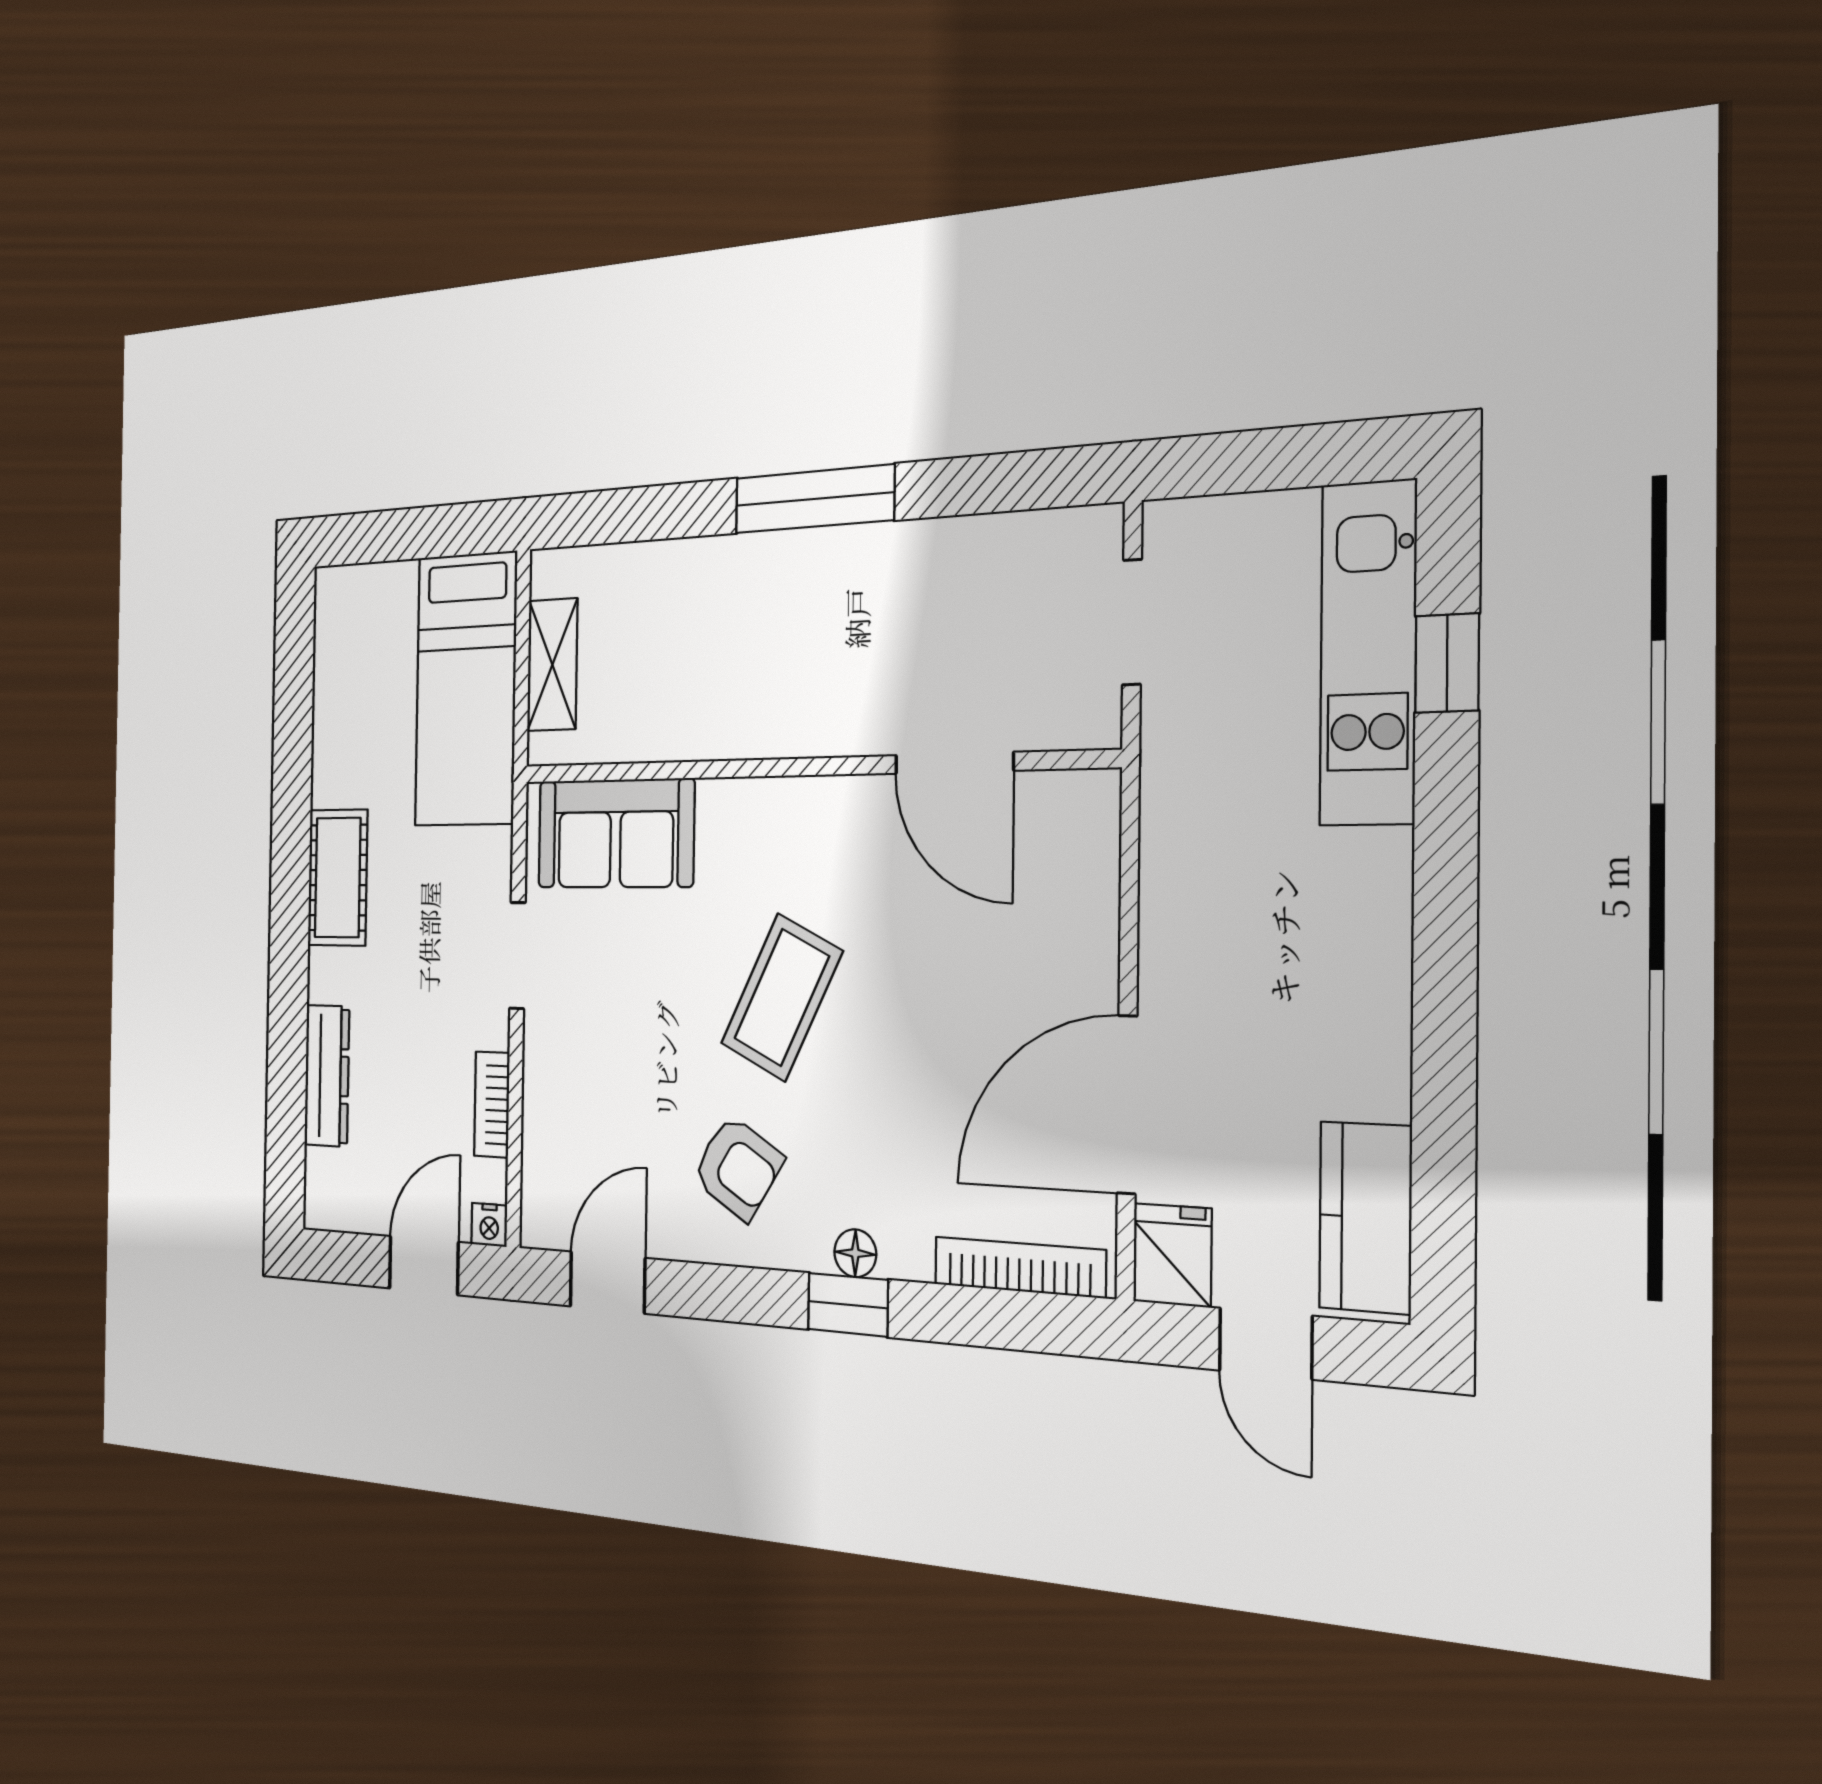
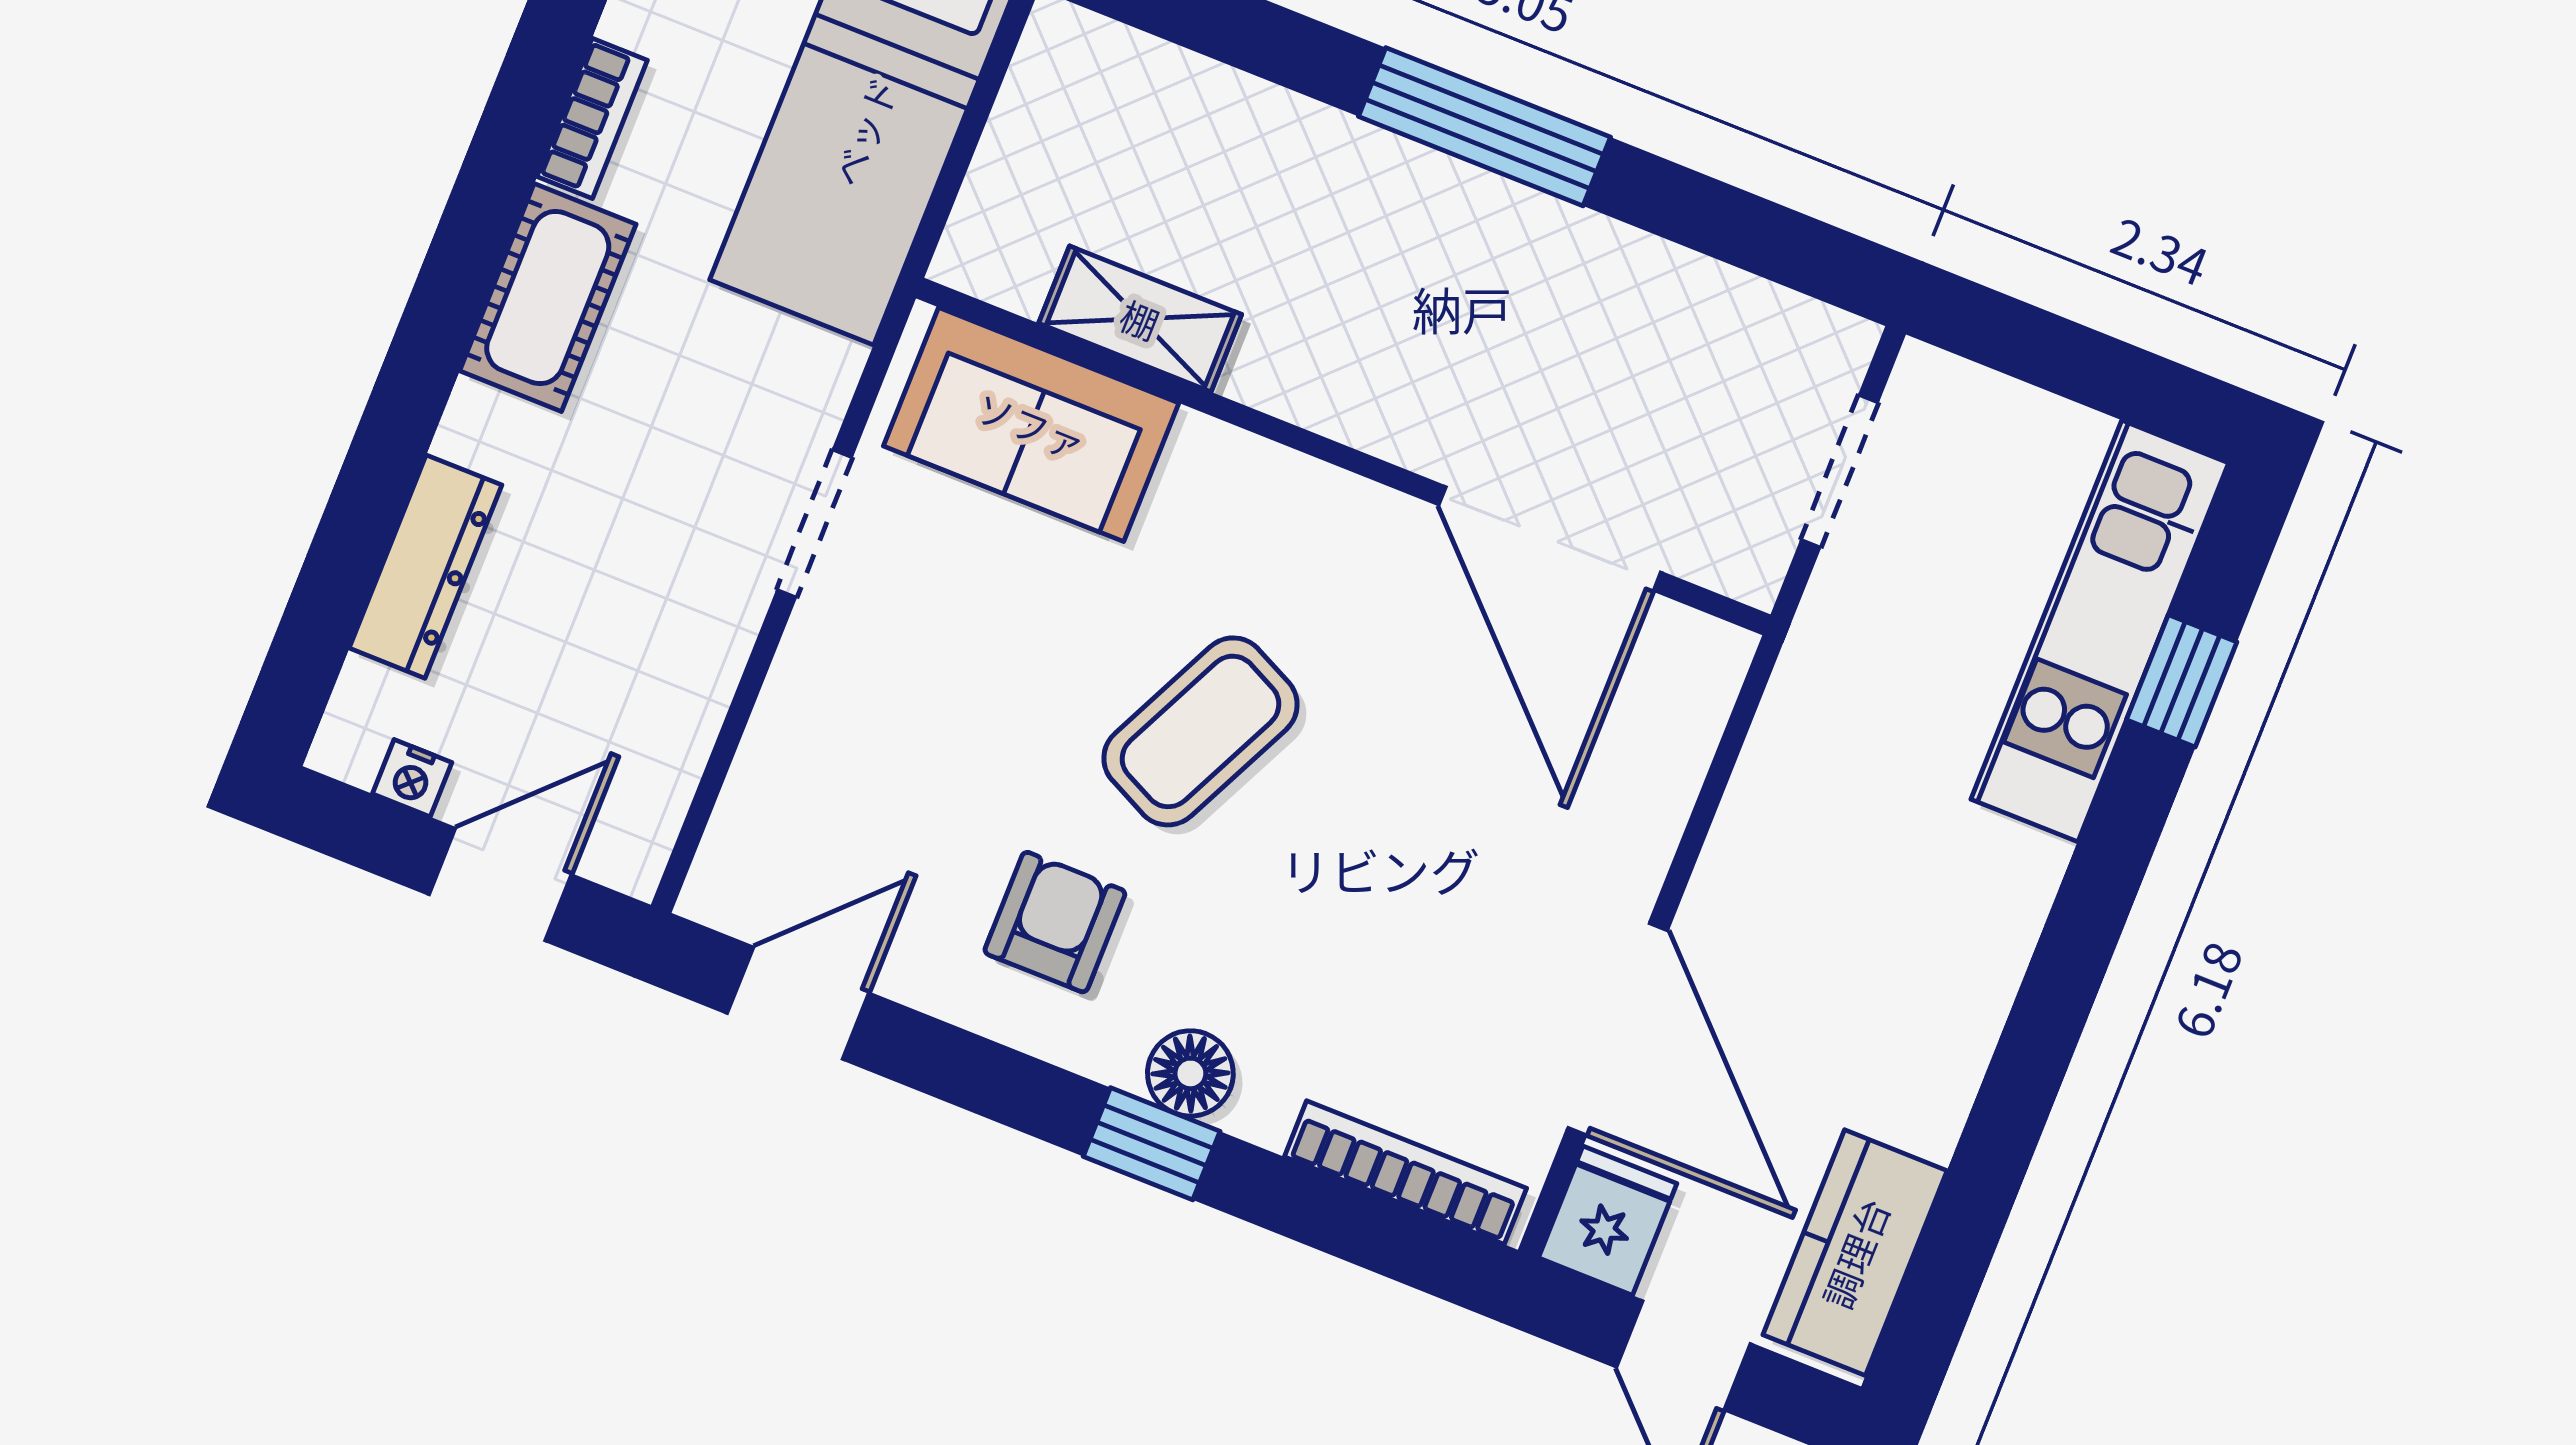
shelving: (552, 665) -> (1140, 319), moved, turned 90
door: (954, 763) -> (1550, 539), width x1.36
bookcase: (492, 1105) -> (592, 118), moved, turned 180
door: (1127, 1105) -> (1618, 1029), swing flipped
armchair: (738, 1168) -> (1055, 922), turned -122
nightstand: (489, 1225) -> (412, 778), moved
floor lamp: (855, 1253) -> (1190, 1073), width x1.37, depth x1.37

